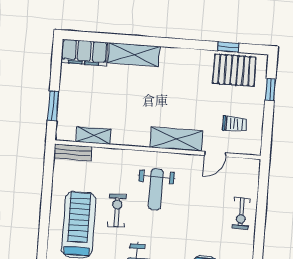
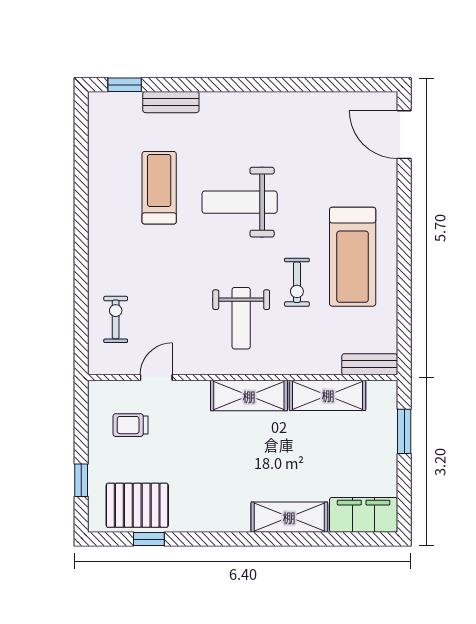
shelving: (94, 136) -> (328, 395), width x1.50, depth x1.33
shelving: (176, 139) -> (249, 396), moved
weight bench: (156, 189) -> (241, 318), turned 180
exercise bike: (241, 213) -> (116, 319), moved

